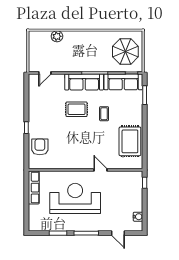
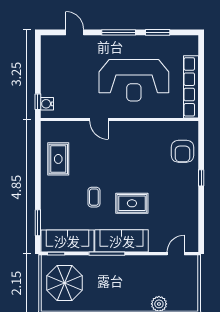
rug: (130, 141) -> (58, 159), width x0.73, depth x0.70
row of seats: (34, 188) -> (191, 87), width x1.36
water cooler: (138, 217) -> (47, 104), moved

